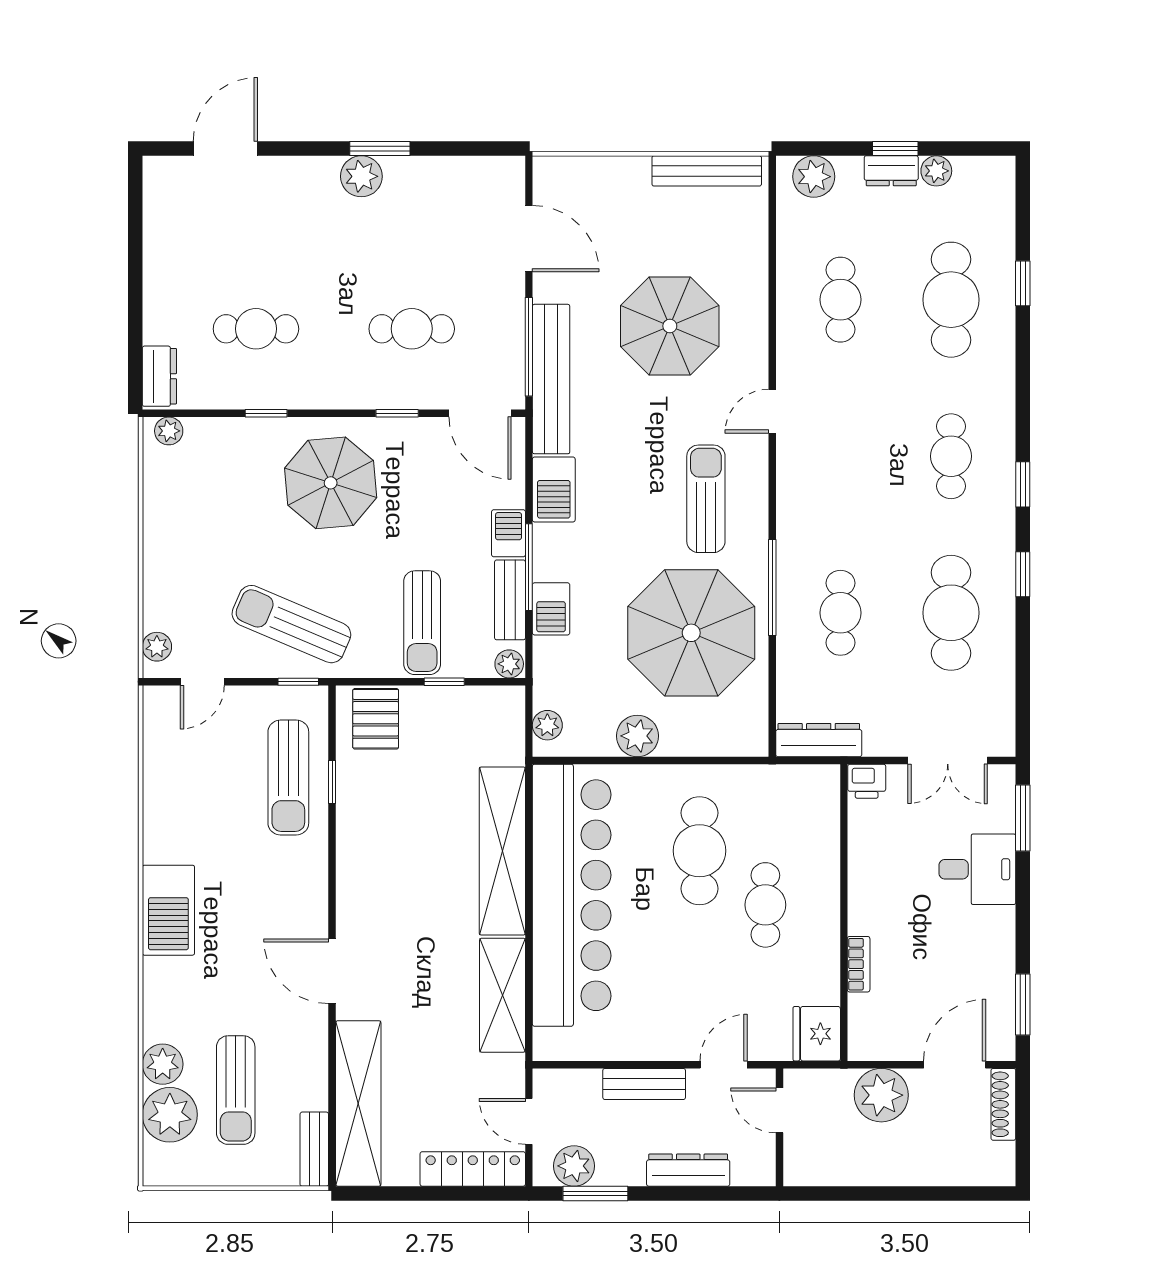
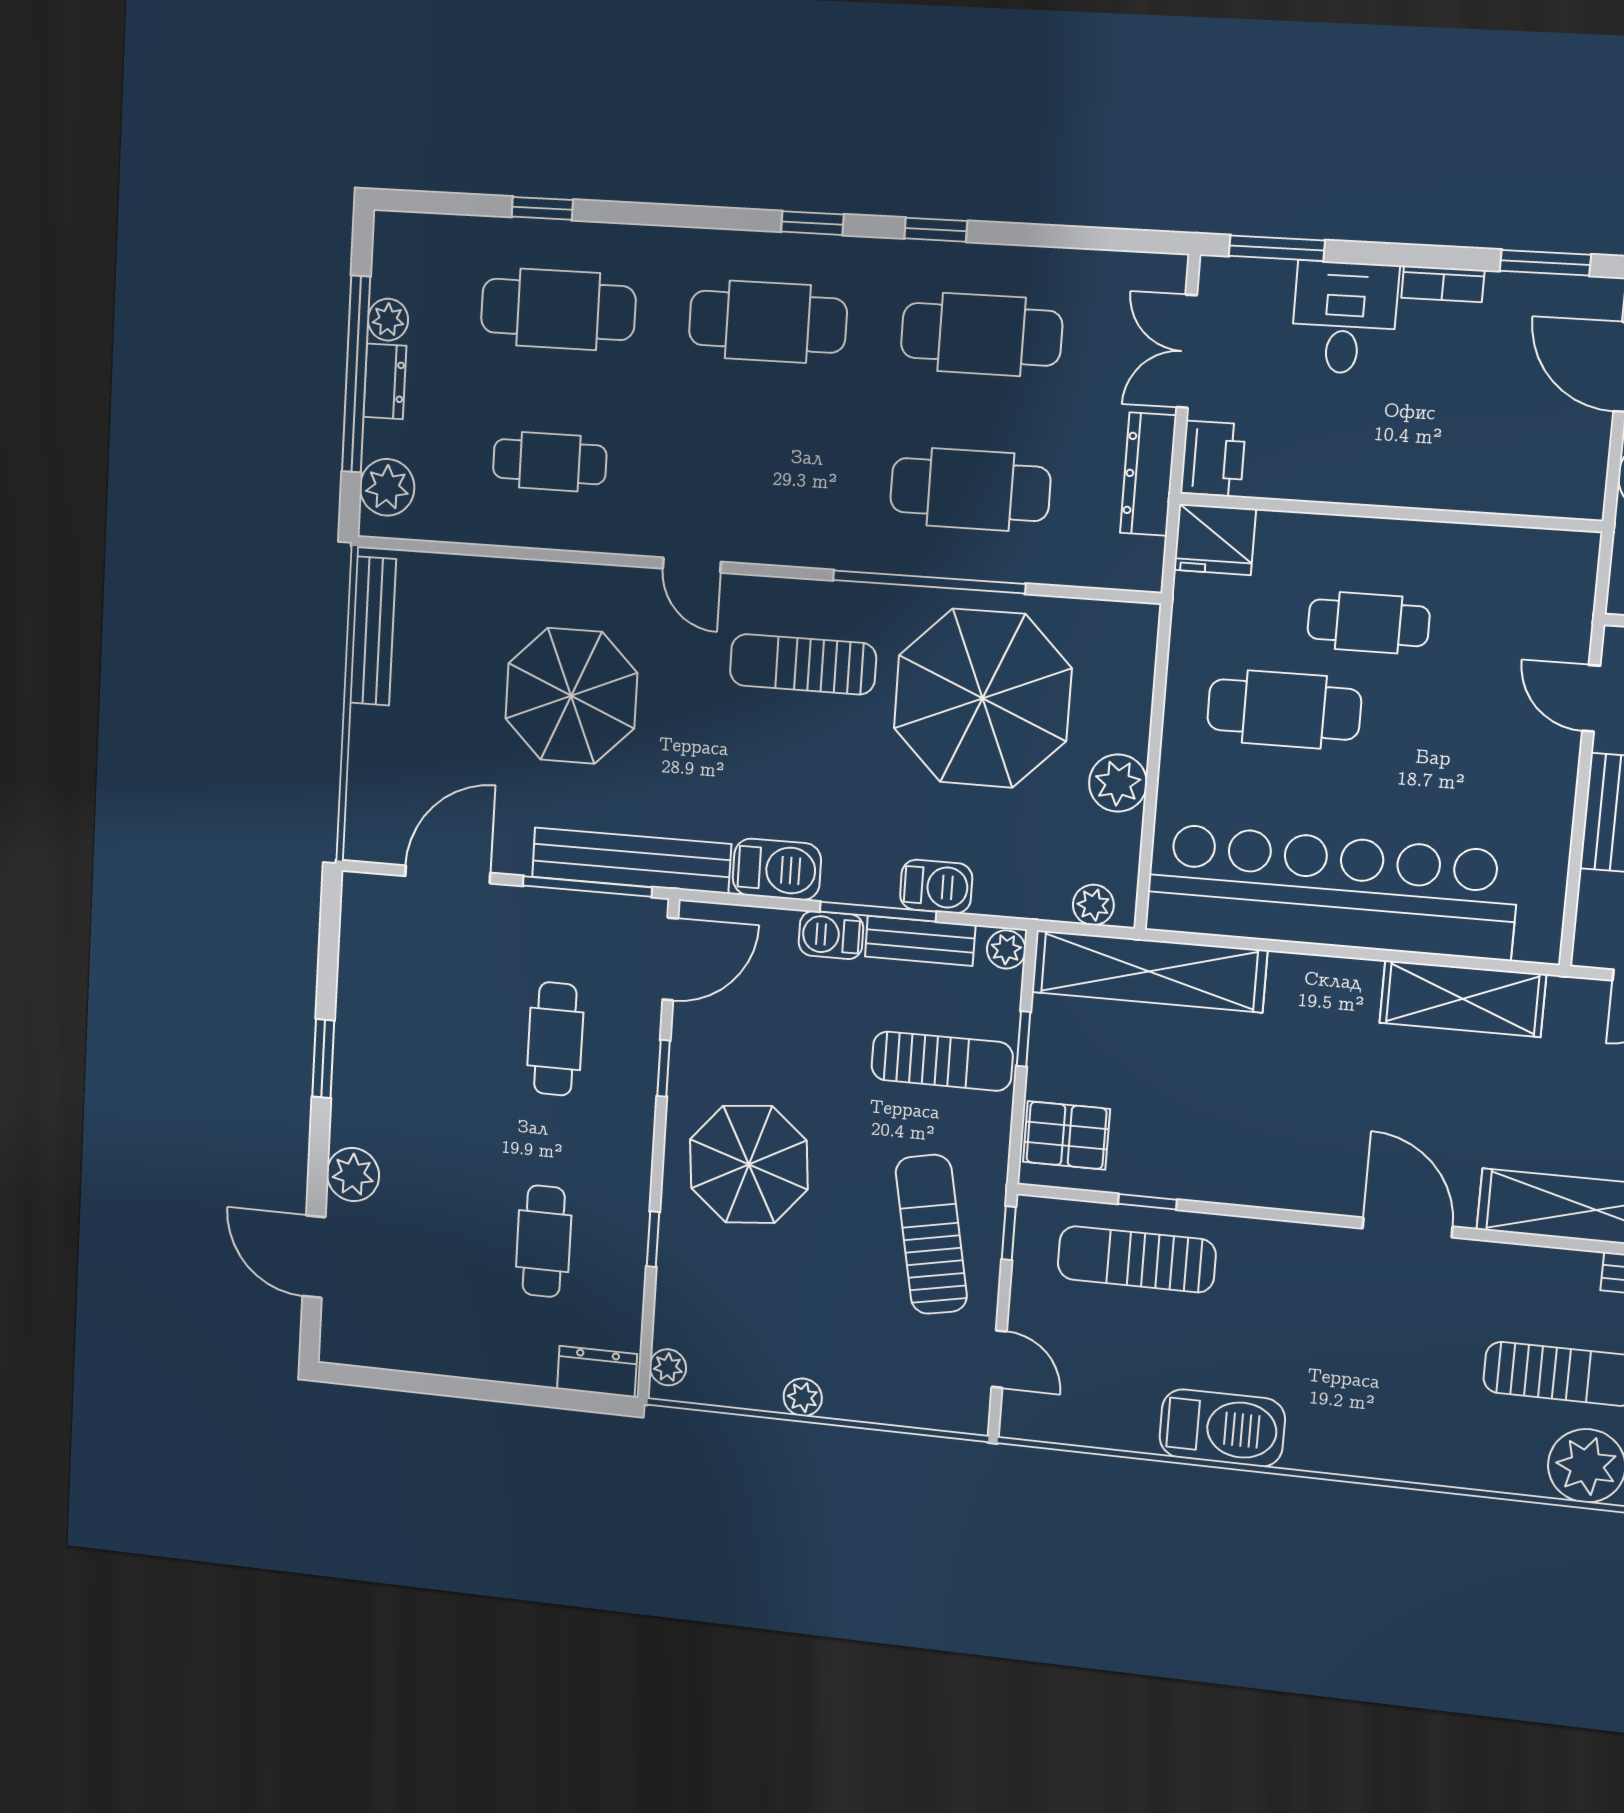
window: (895, 148) -> (356, 374), width x3.17
plant: (361, 176) -> (353, 1175), moved
cafe table: (951, 456) -> (768, 322), width x1.37, depth x1.35
window: (772, 588) -> (929, 582), width x1.46
cafe table: (840, 613) -> (970, 490), width x1.37, depth x1.35
sun lounger: (291, 624) -> (931, 1234), turned 146
plant: (157, 647) -> (803, 1397), moved
dresser: (819, 740) -> (1148, 474), moved
double door: (948, 760) -> (1187, 351), swing flipped
sun lounger: (288, 778) -> (1137, 1259), turned 180
printer: (867, 781) -> (1213, 459), width x1.36, depth x1.24
shelving: (502, 851) -> (1149, 971), moved
barbecue: (168, 910) -> (1222, 1428), moved
bookcase: (859, 964) -> (1443, 284), moved, turned 180
door: (332, 971) -> (1407, 1227), swing flipped
fridge: (817, 1034) -> (1215, 539), moved
plant: (163, 1064) -> (1515, 1468), removed

